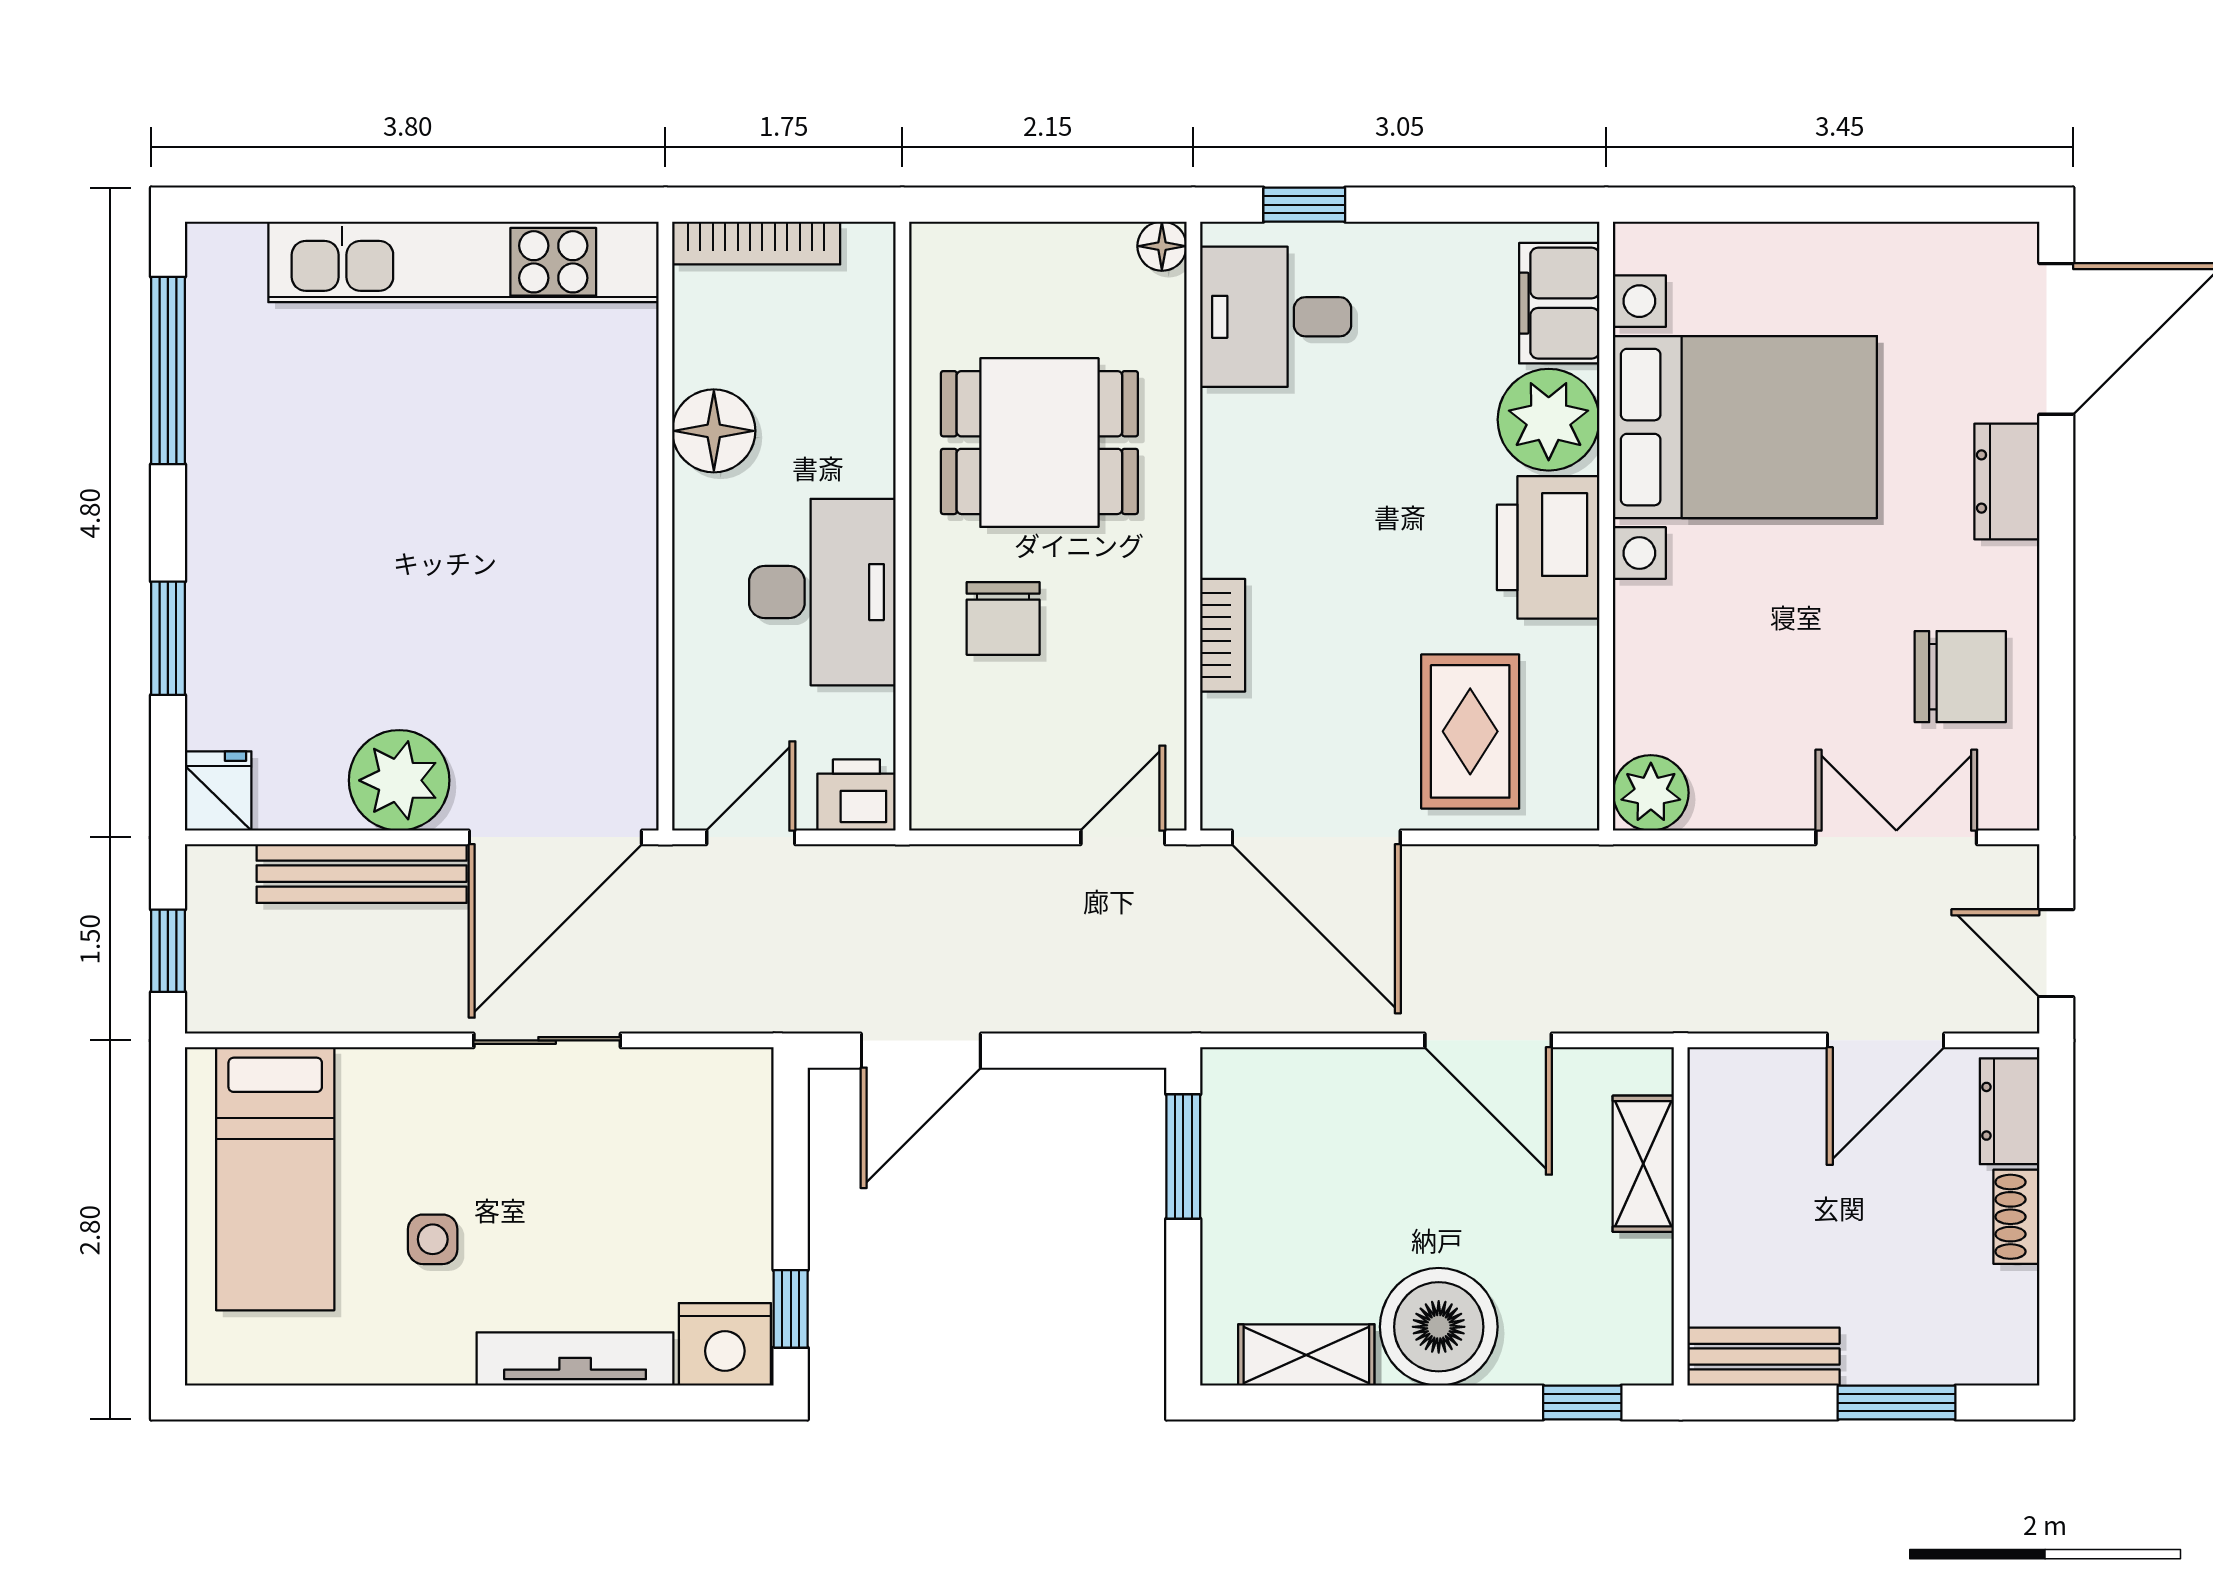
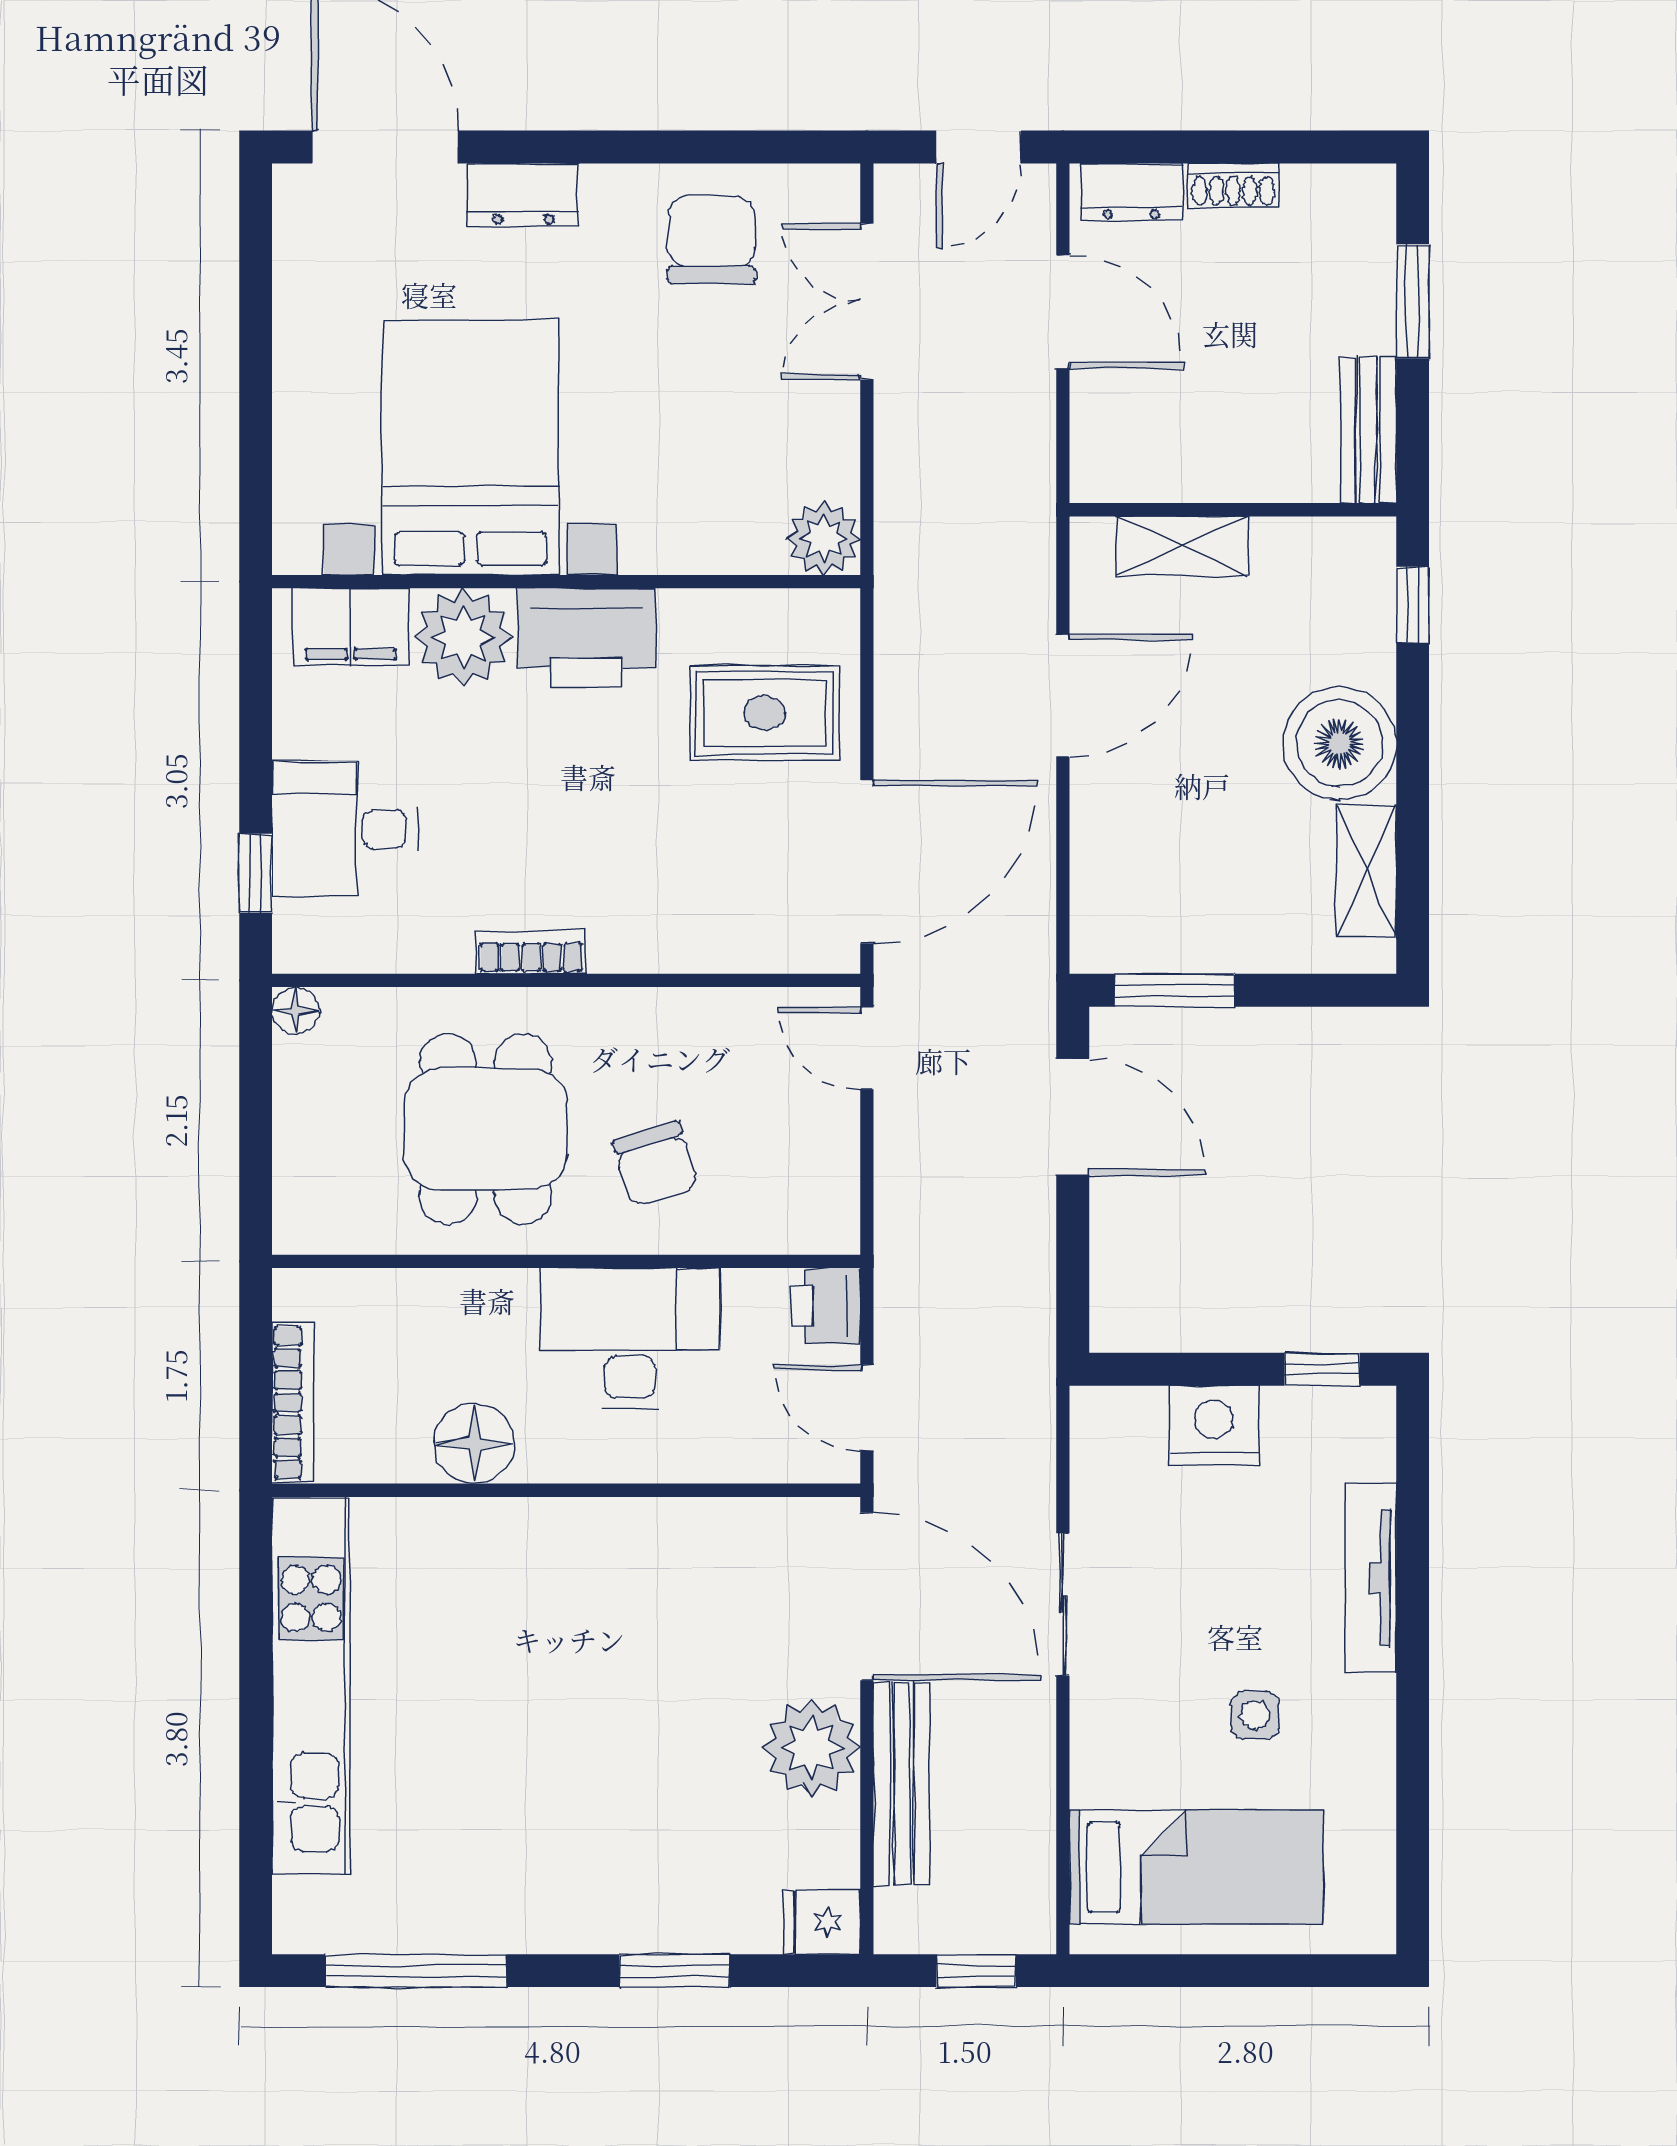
desk: (1276, 317) -> (345, 829), moved, turned 90
chair: (1003, 618) -> (655, 1164), turned 73
bookcase: (1223, 635) -> (531, 952), moved
door: (921, 1051) -> (1073, 1117), moved
nightstand: (725, 1344) -> (1214, 1425), moved, turned -90

